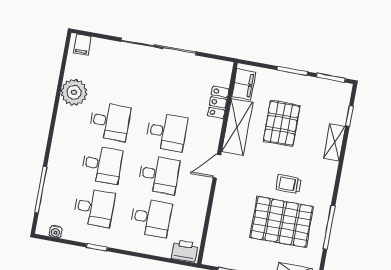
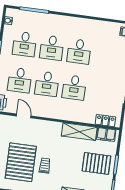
plant: (74, 92) -> (96, 28), removed
locker: (218, 102) -> (105, 121), moved
pallet: (282, 123) -> (96, 163), moved
door: (217, 166) -> (24, 116), moved

